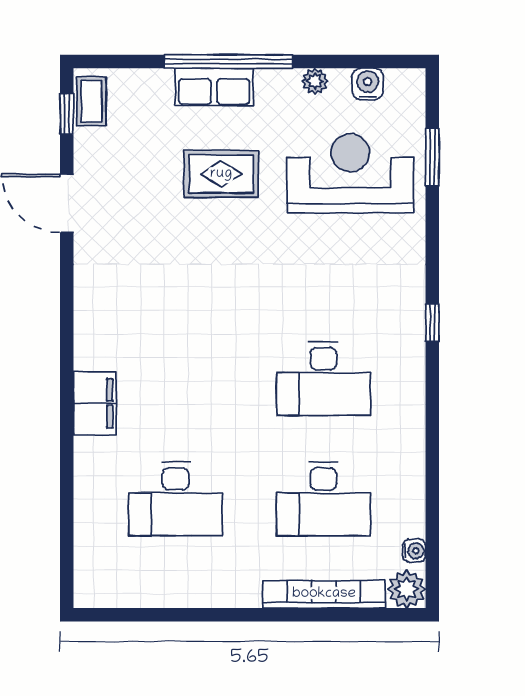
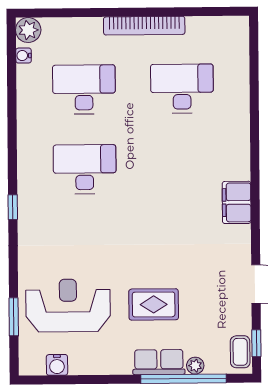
window: (228, 62) -> (183, 379), moved
plant: (315, 81) -> (195, 366), moved
reception desk: (350, 173) -> (68, 306), turned 180
filing cabinet: (95, 403) -> (237, 202), moved
bookcase: (324, 594) -> (144, 26), moved

